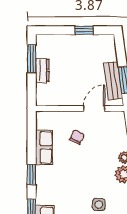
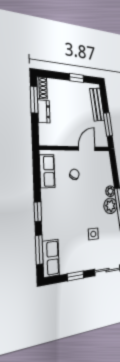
shoe rack: (41, 46) -> (42, 88), added
bench: (113, 81) -> (97, 105), moved
row of seats: (44, 147) -> (47, 171), moved

